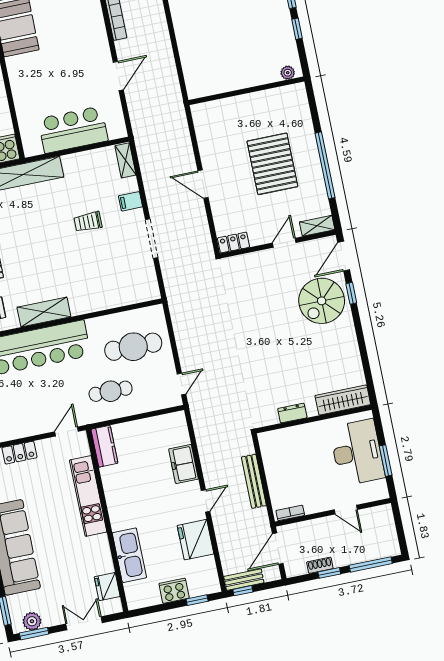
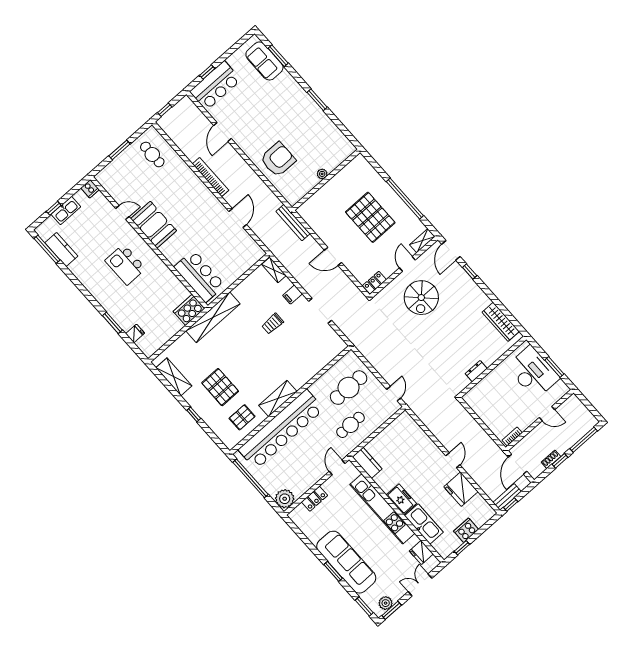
window: (297, 29) -> (336, 121), removed
armchair: (204, 35) -> (278, 159), added
plant: (288, 73) -> (322, 174), moved
bar counter: (73, 130) -> (199, 276), moved, turned 90
spiral stairs: (322, 301) -> (421, 298), moved
wardrobe: (343, 400) -> (501, 322), moved, turned -90
freezer: (183, 464) -> (401, 499), moved, turned 180
bench: (254, 481) -> (293, 223), moved
kitchen unit: (88, 496) -> (382, 509), width x1.36
window: (197, 600) -> (462, 548), moved

